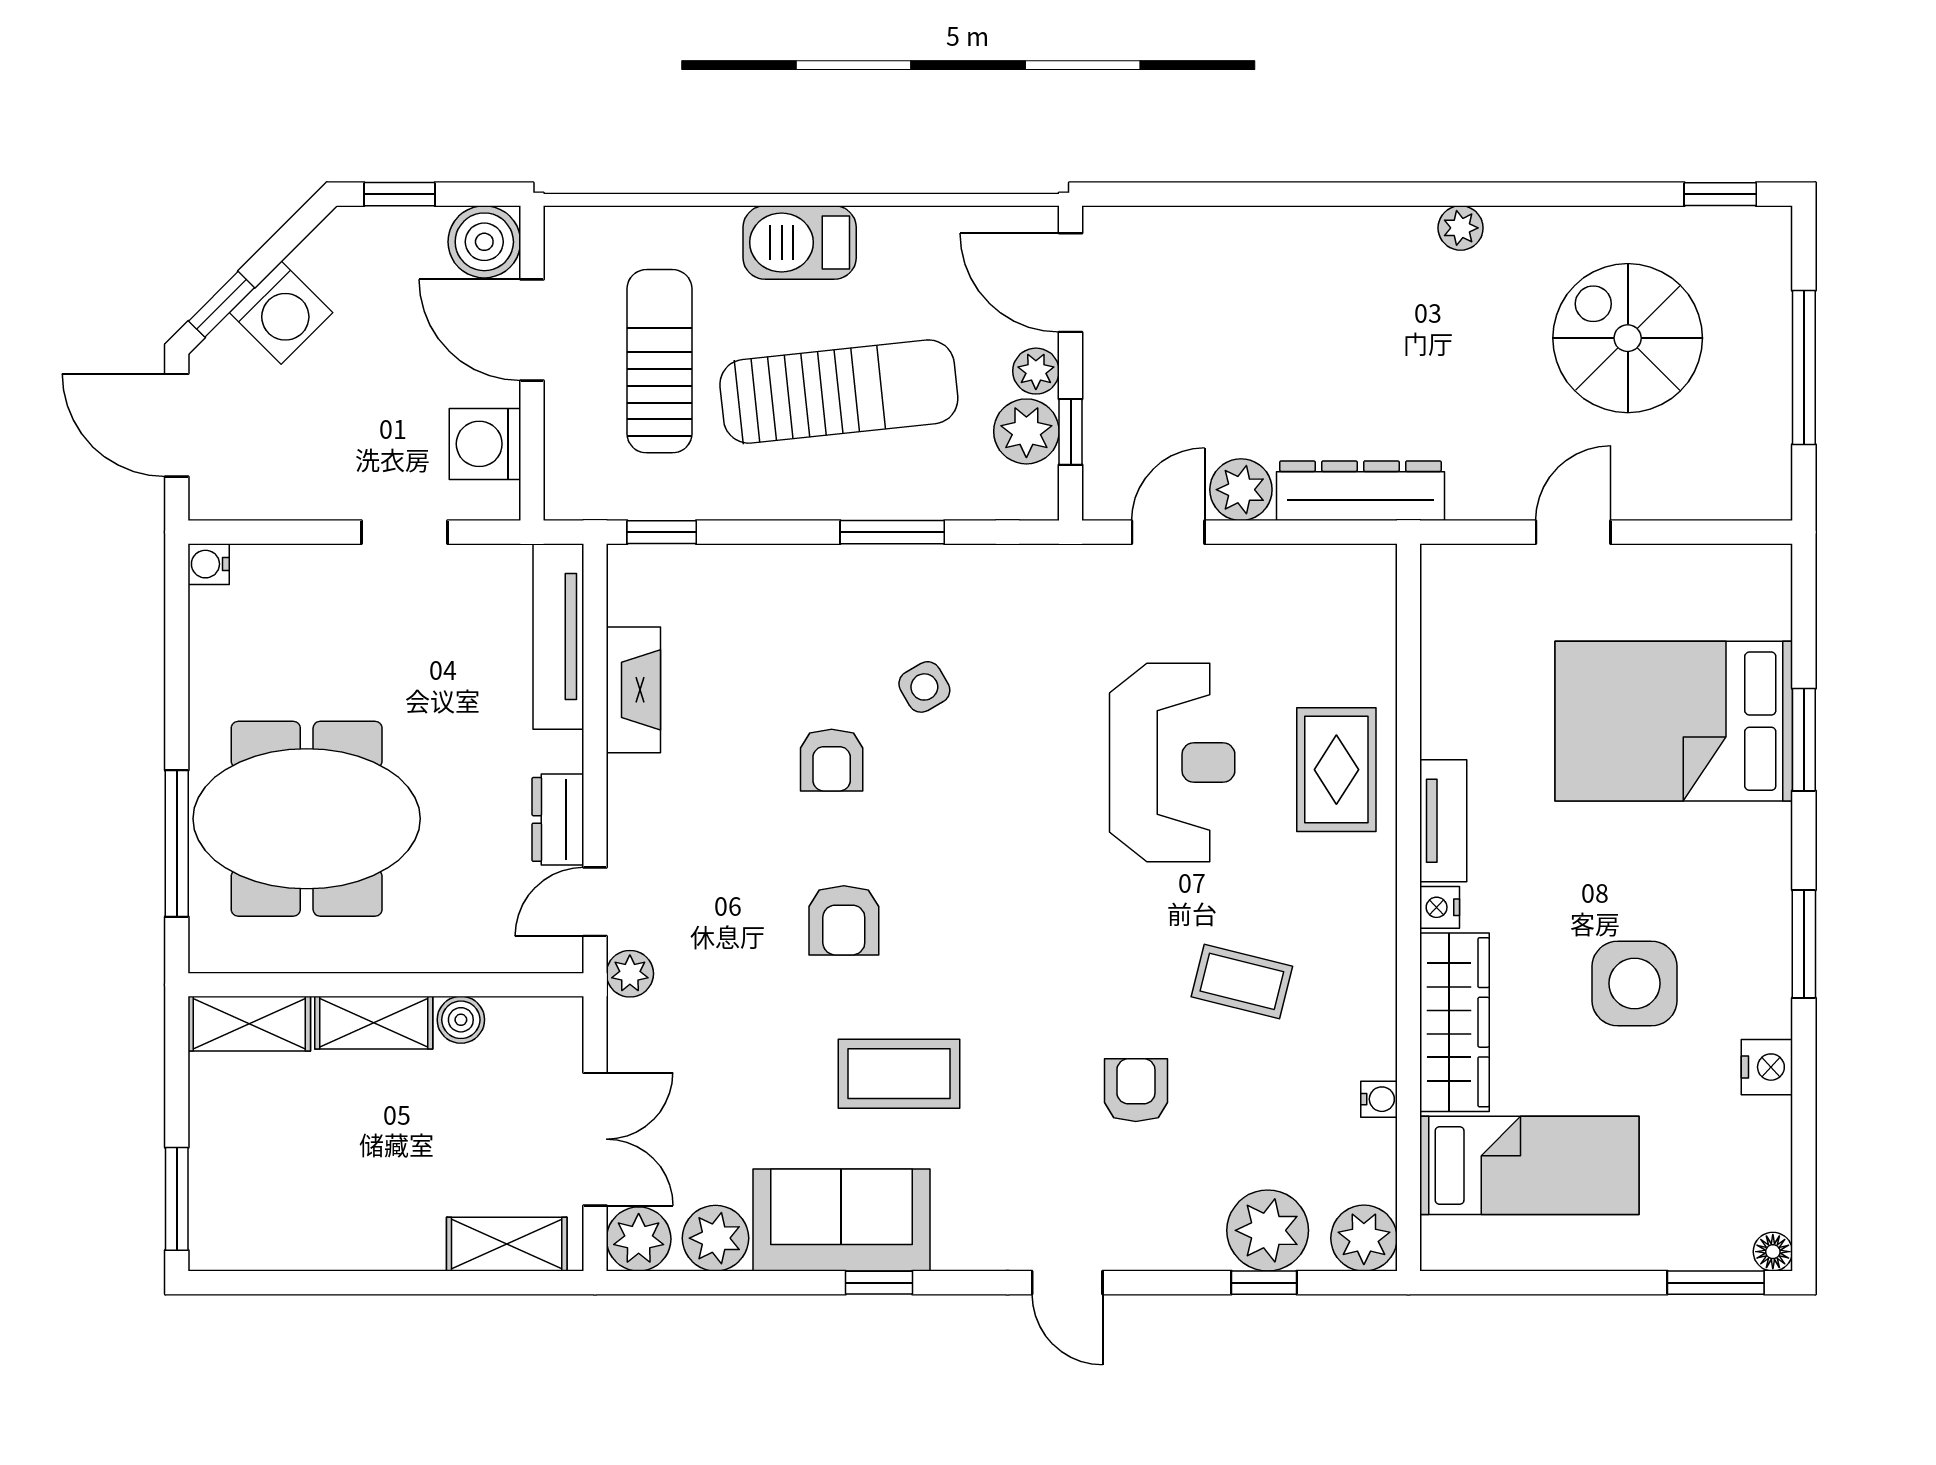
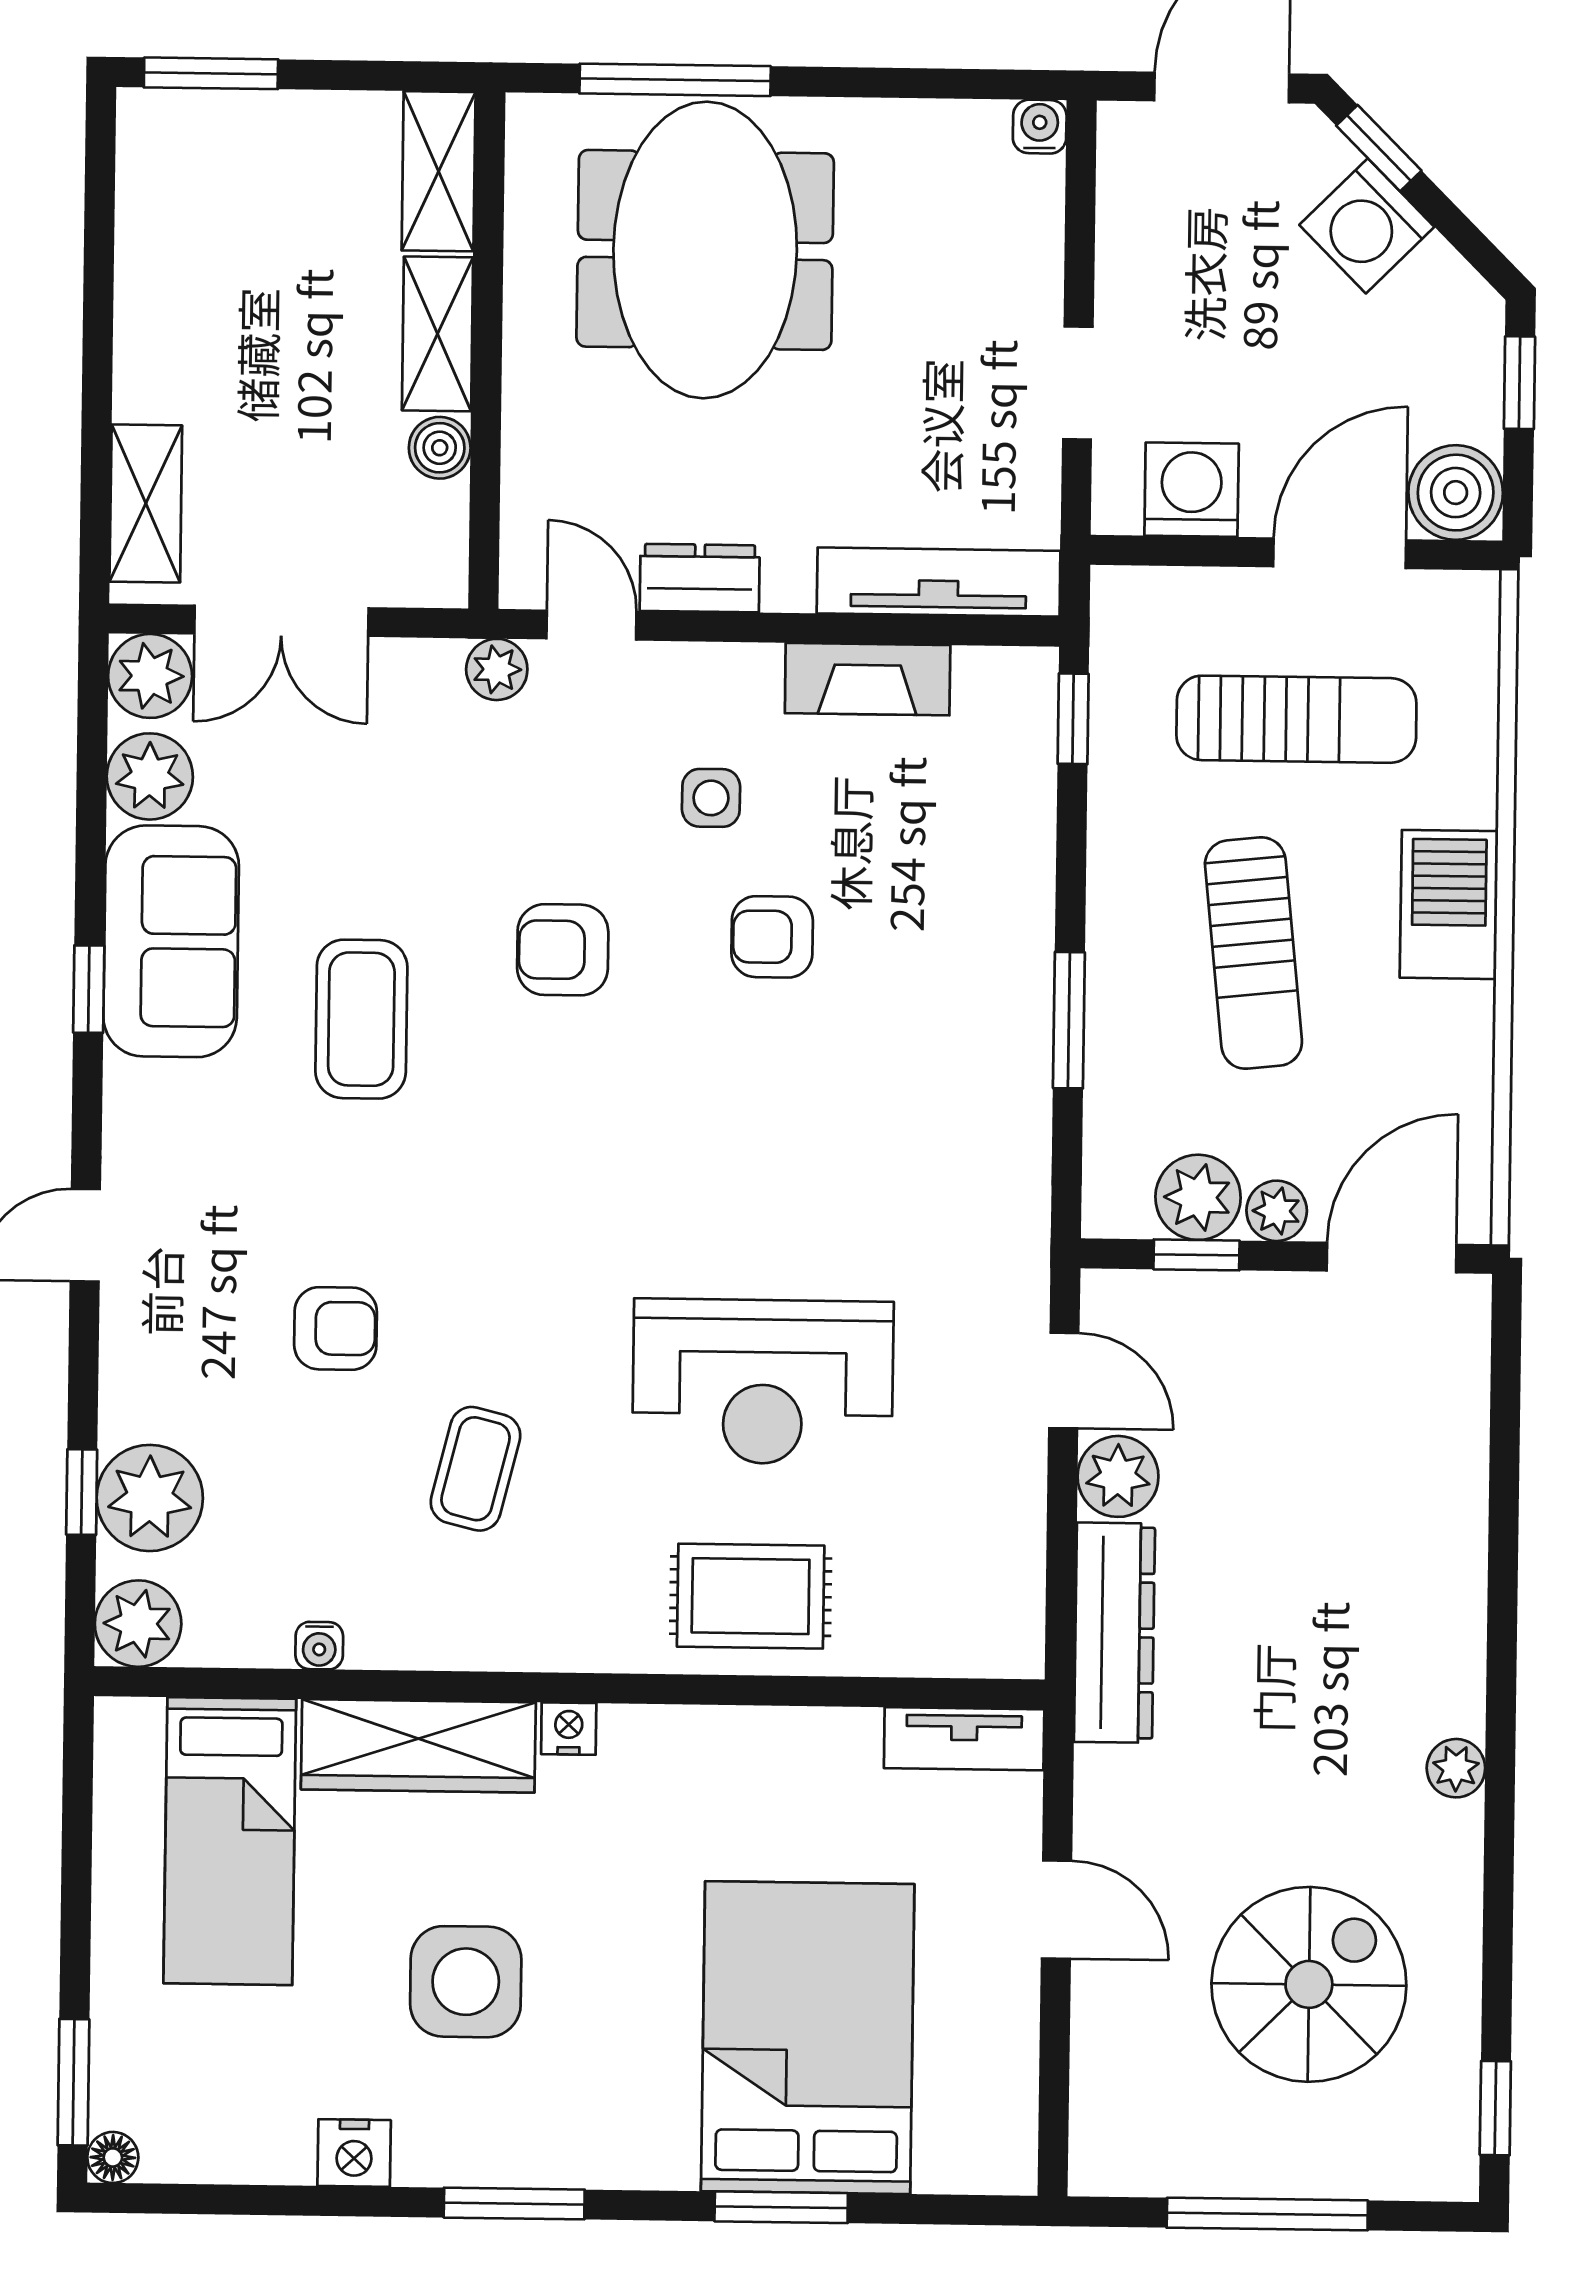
sun lounger: (839, 392) -> (1253, 953), width x0.73, depth x0.75
side table: (924, 687) -> (711, 798), moved, turned 30
tv unit: (1443, 821) -> (964, 1739), moved

